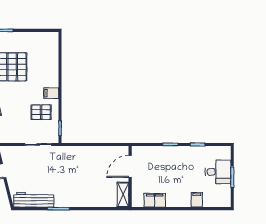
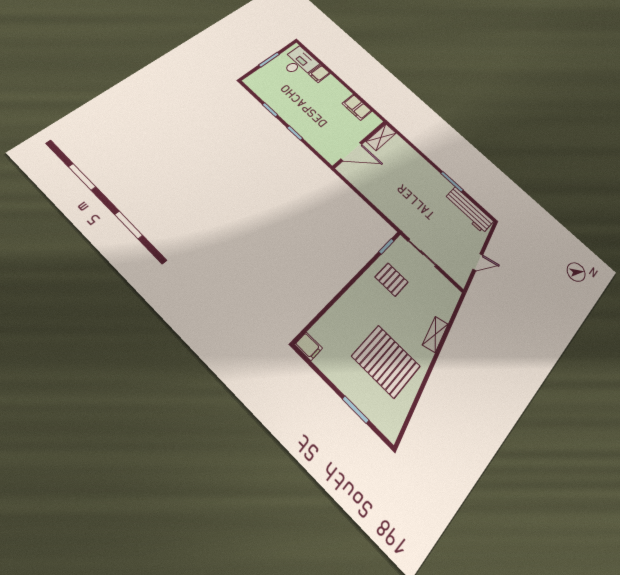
filing cabinet: (51, 93) -> (309, 346), moved
desk: (218, 172) -> (299, 63), moved, turned 90

